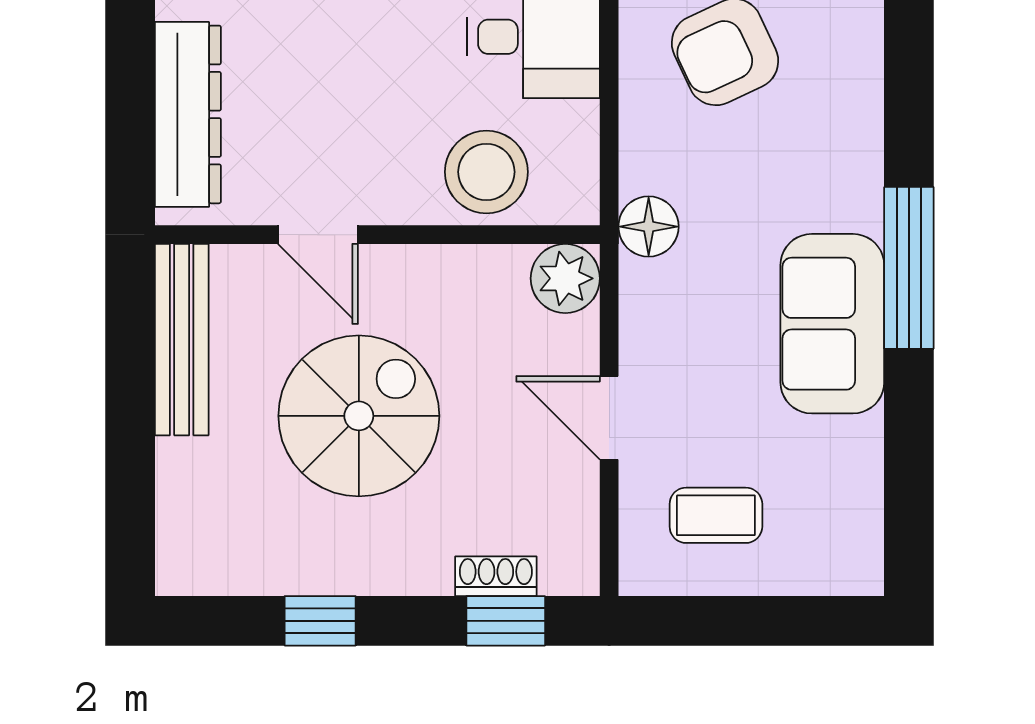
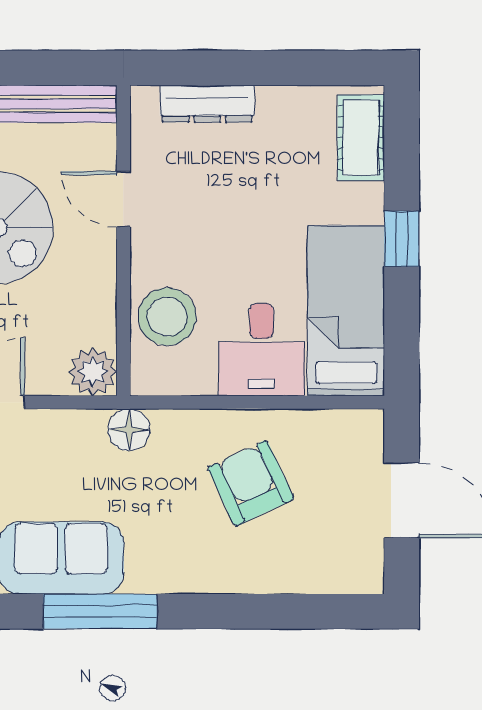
dresser: (188, 114) -> (207, 104), width x0.73, depth x0.80
door: (318, 235) -> (123, 199), hinge flipped

